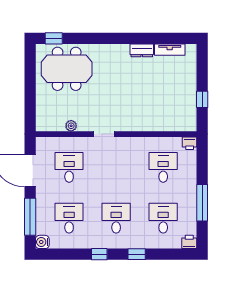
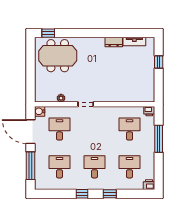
window: (202, 99) -> (159, 62), moved
window: (202, 203) -> (159, 139), moved
water cooler: (42, 242) -> (40, 111), moved

